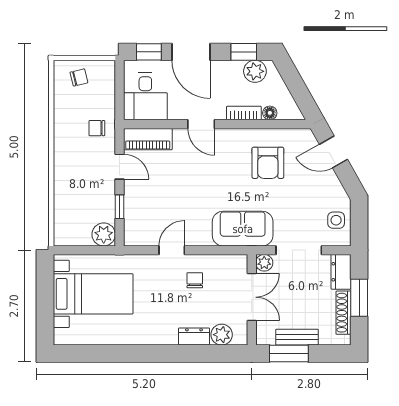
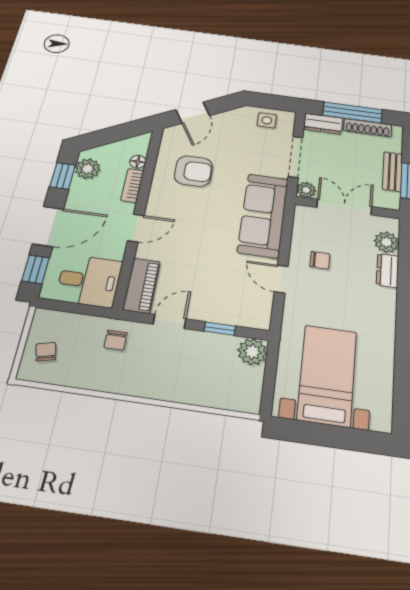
sofa: (243, 229) -> (263, 215), width x1.36
chair: (195, 280) -> (320, 260), turned 180
window: (359, 298) -> (352, 113), width x1.44

